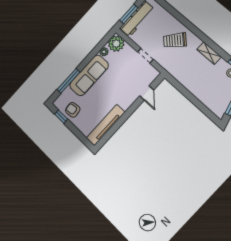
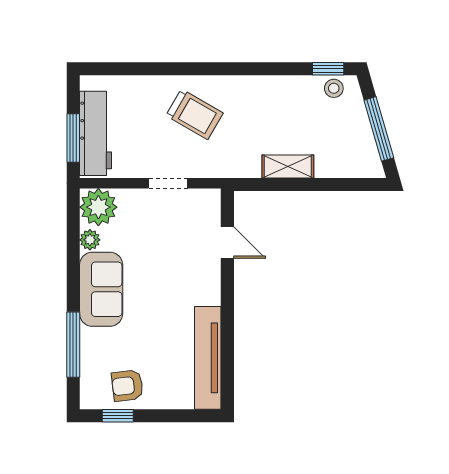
trolley: (175, 40) -> (195, 114), turned -103
shelving: (209, 53) -> (288, 166), moved
sofa: (89, 75) -> (101, 289), width x0.73

